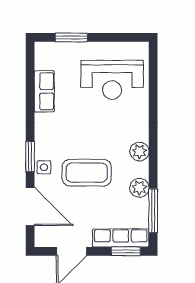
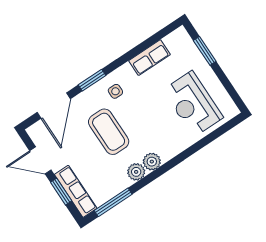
side table: (44, 167) -> (115, 91), moved
plant: (139, 188) -> (136, 172), moved
window: (126, 251) -> (61, 192), moved

